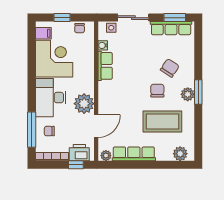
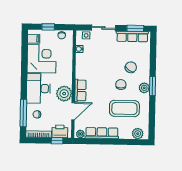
row of seats: (105, 66) -> (80, 90), moved

